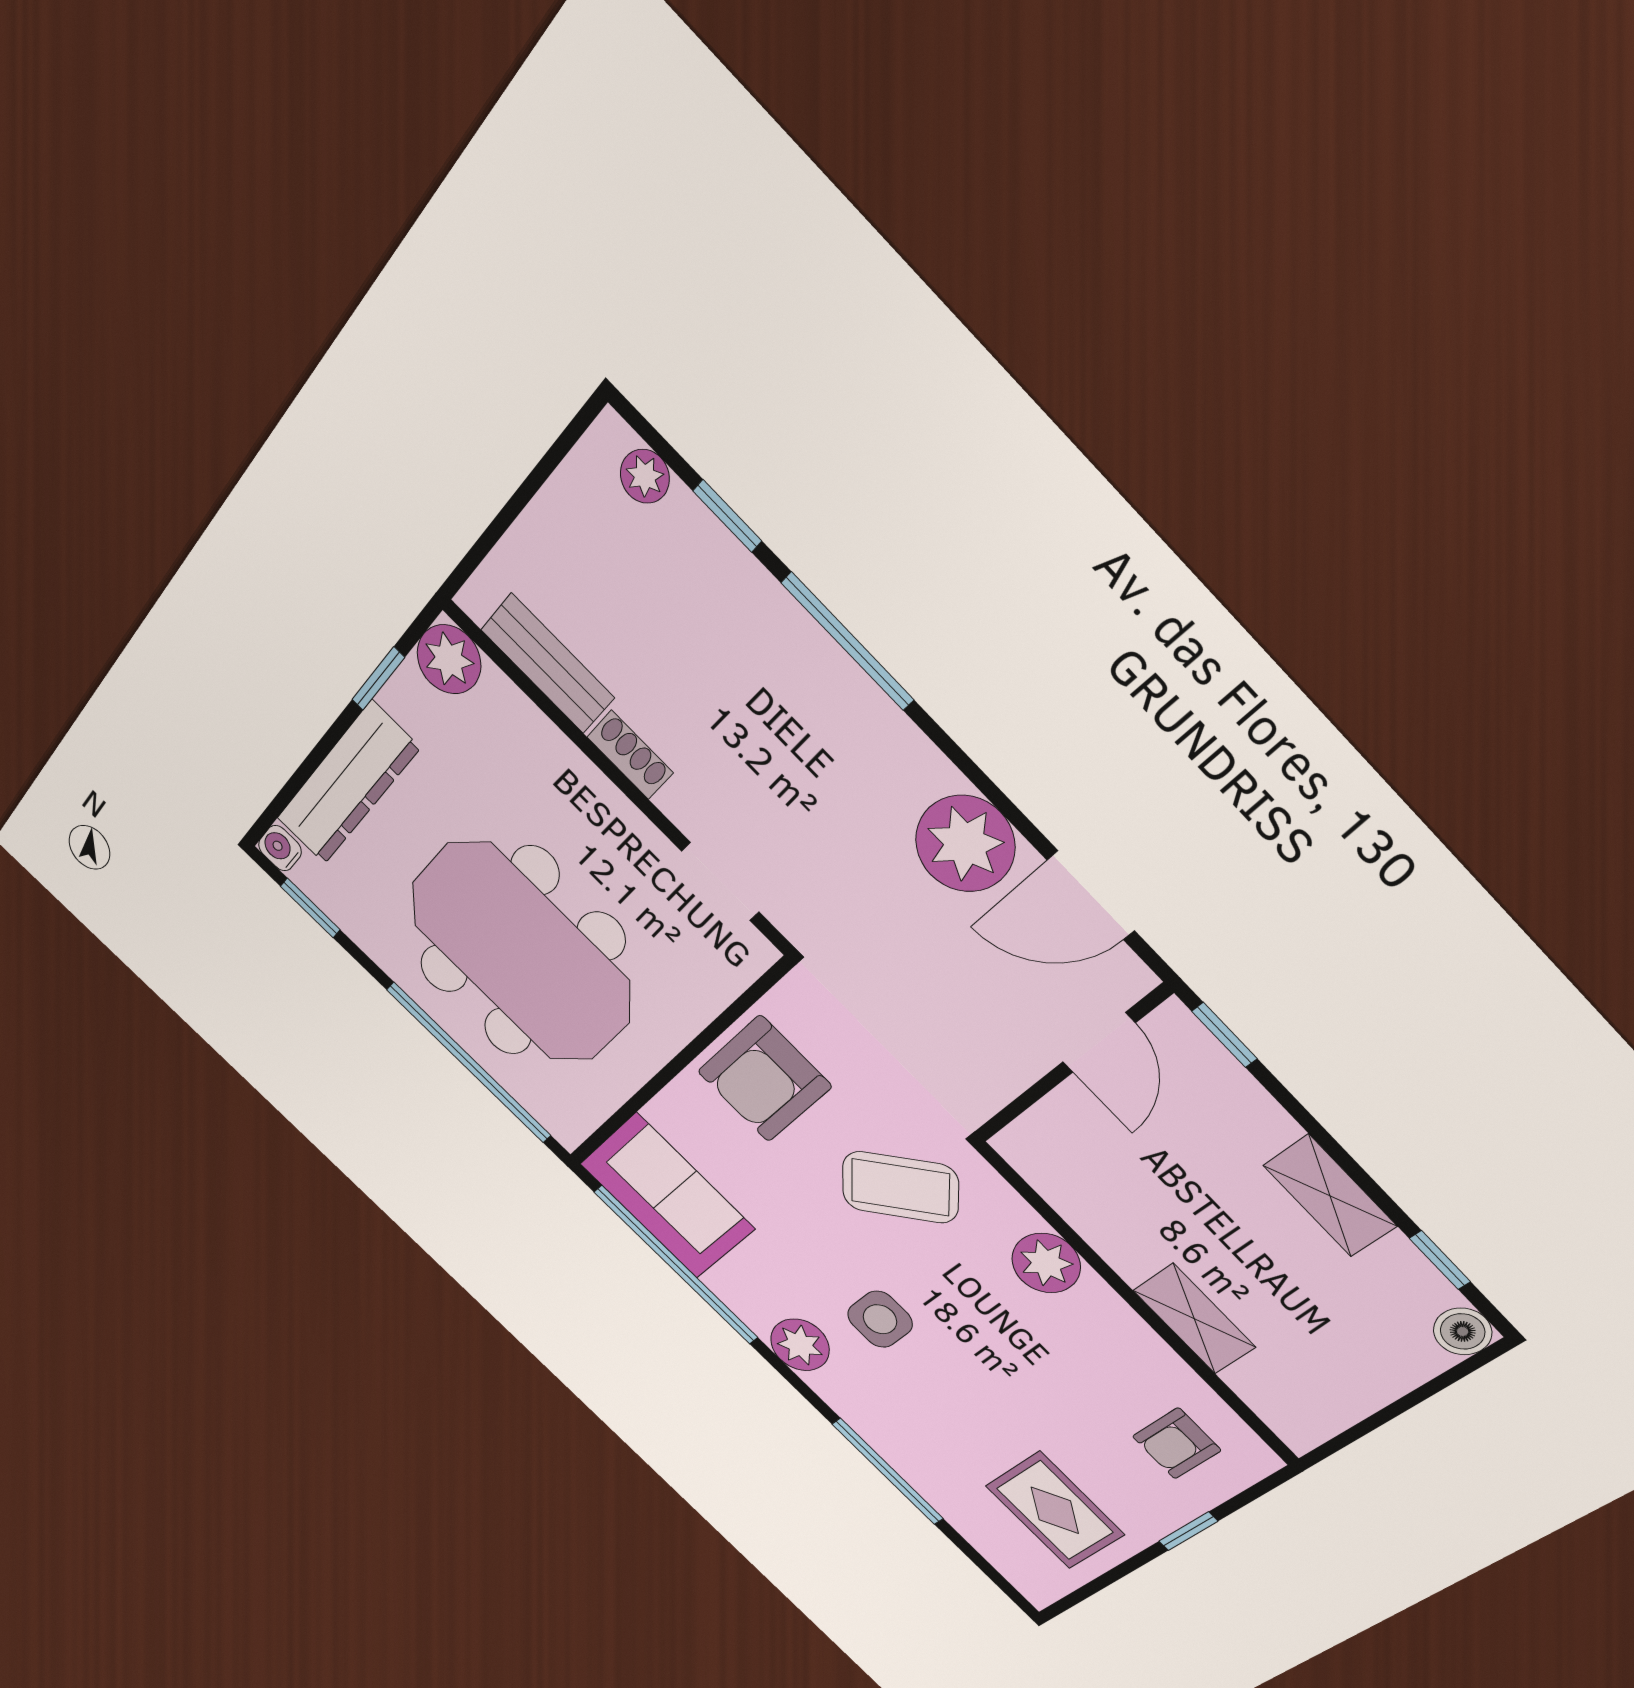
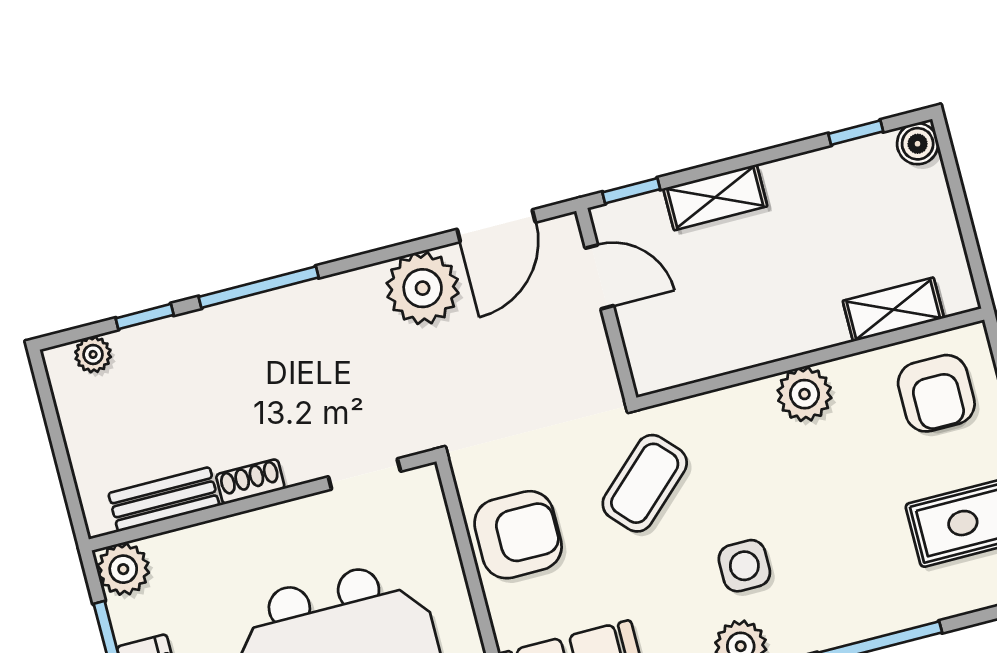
armchair: (764, 1079) -> (518, 535), turned -90
shelving: (1330, 1196) -> (715, 197), moved
plant: (1046, 1263) -> (805, 394), moved
shelving: (1194, 1319) -> (893, 310), moved
armchair: (1177, 1443) -> (936, 393), width x1.38, depth x1.38

